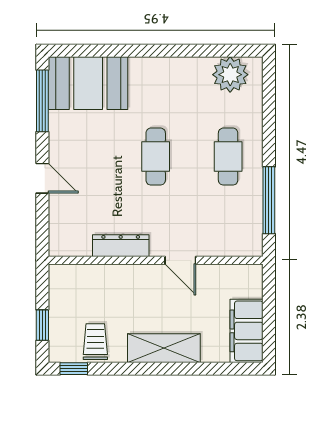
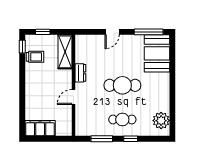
window: (269, 139) -> (131, 139), added
cafe table: (156, 157) -> (122, 85), width x1.37, depth x1.35
window: (269, 200) -> (102, 139), width x0.69
dresser: (121, 246) -> (80, 73), width x0.70
shelving: (164, 348) -> (65, 52), moved

